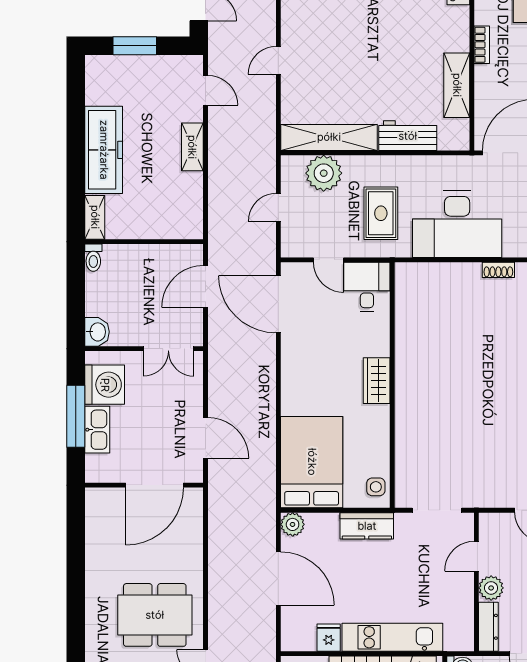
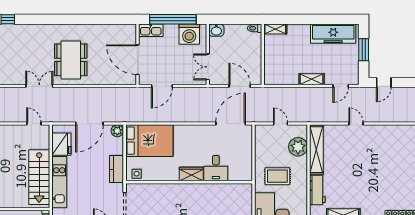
freezer: (104, 150) -> (333, 34), moved
door: (328, 260) -> (253, 149), removed
desk: (367, 287) -> (216, 168), moved, turned 90
window: (76, 416) -> (173, 19), width x1.46
kitchen sink: (97, 430) -> (151, 30), moved
fridge: (329, 638) -> (61, 144), width x1.88, depth x1.34

